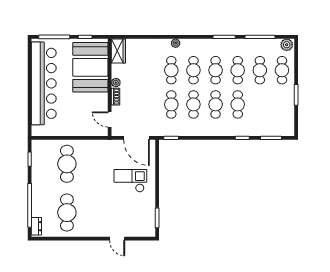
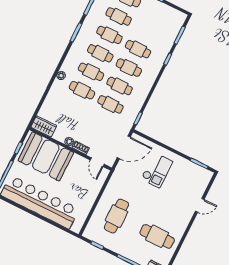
door: (110, 119) -> (97, 162), hinge flipped
cafe table: (67, 164) -> (116, 216), turned 90
checkout: (130, 181) -> (157, 170), turned 180

